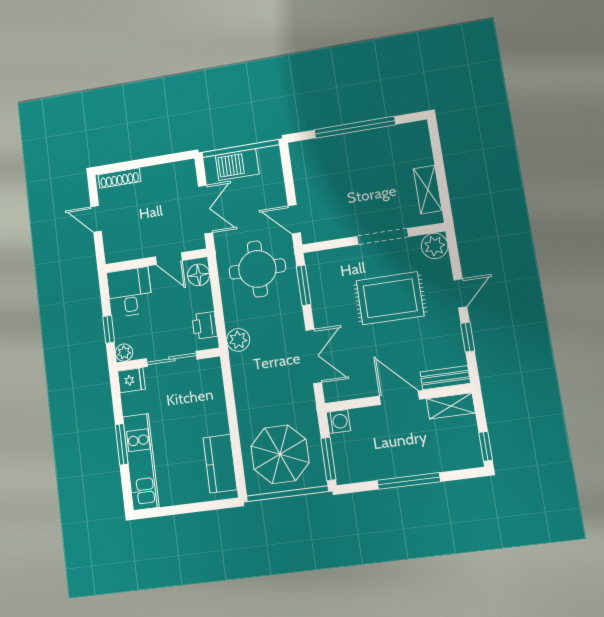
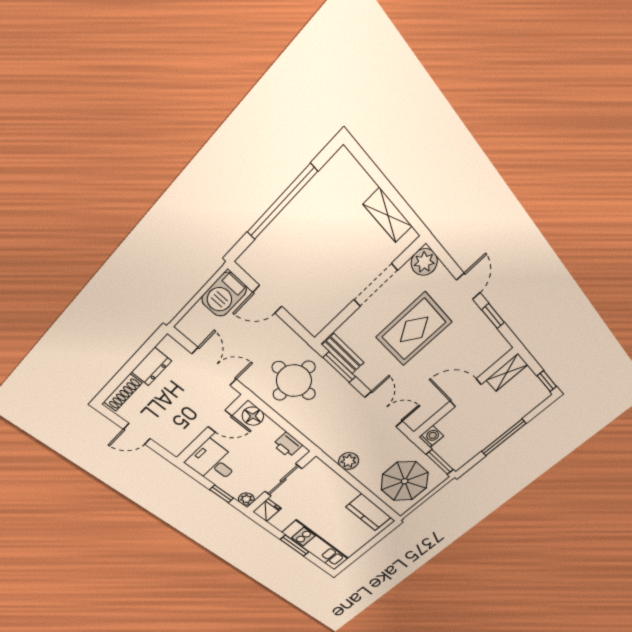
barbecue: (237, 164) -> (224, 294), moved
dresser: (159, 174) -> (151, 367), added
door: (294, 219) -> (267, 299), moved
plant: (238, 340) -> (349, 461), moved
bench: (445, 378) -> (343, 354), moved, turned 90

